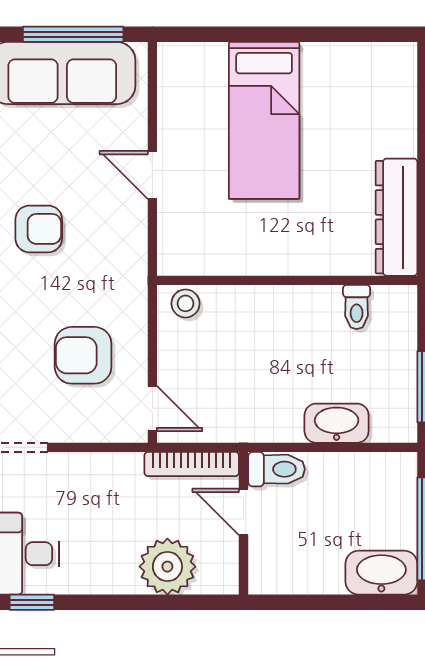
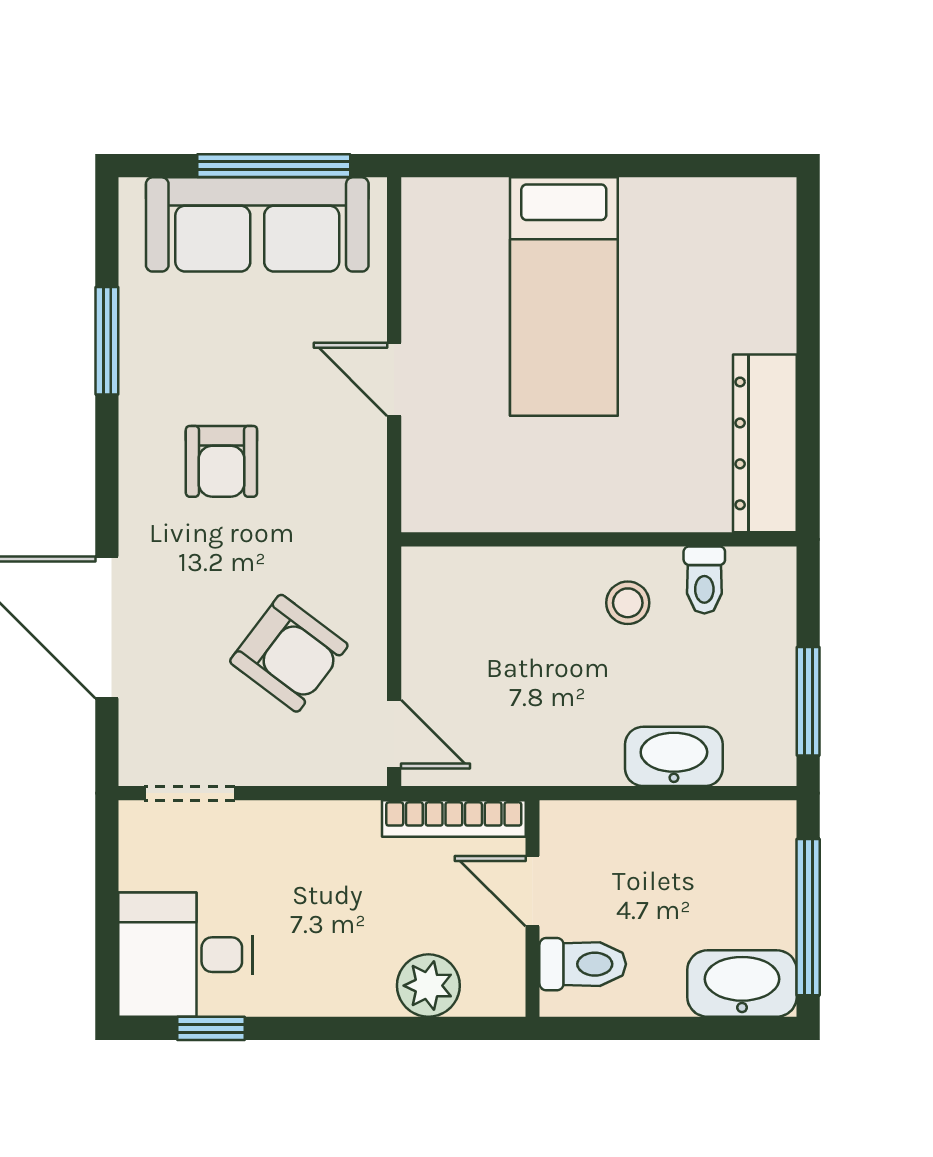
armchair: (39, 229) -> (221, 461), turned 90
stool: (185, 303) -> (628, 603), moved
armchair: (83, 355) -> (289, 653), turned -143
toilet: (276, 469) -> (583, 964), moved
plant: (167, 567) -> (428, 986), width x0.73, depth x0.73

